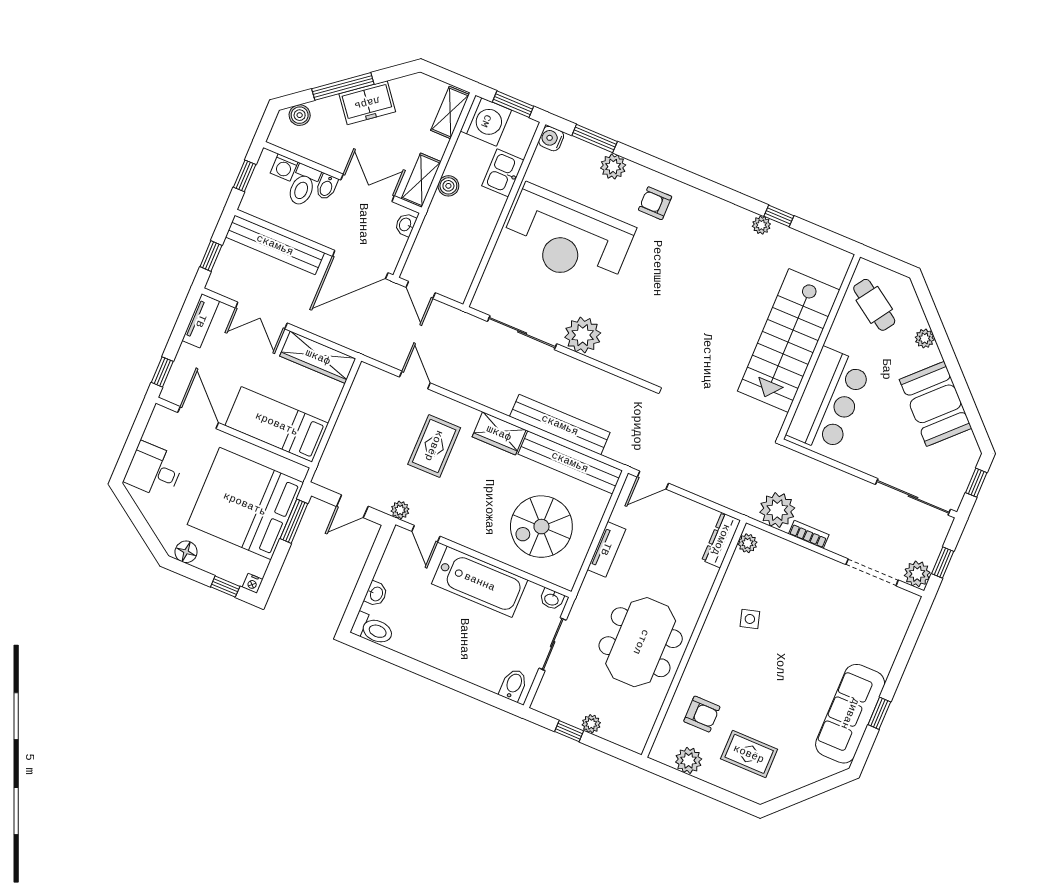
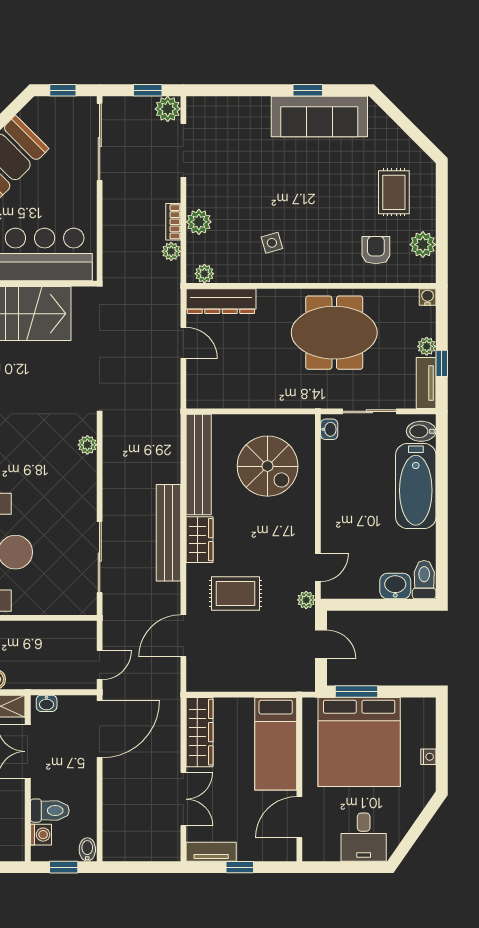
bidet: (327, 187) -> (87, 849), moved, turned -90
bench: (275, 245) -> (114, 814), removed
window: (211, 256) -> (149, 867), removed
door: (360, 264) -> (100, 729), hinge flipped
plant: (583, 335) -> (87, 445), moved, width x0.53, depth x0.53
window: (162, 372) -> (240, 867), moved
door: (415, 380) -> (183, 636), width x1.38
bench: (560, 425) -> (168, 533), moved
door: (653, 480) -> (183, 343), moved
plant: (777, 510) -> (171, 251), width x0.53, depth x0.53
dresser: (721, 540) -> (221, 301), width x1.37, depth x1.24
tv unit: (606, 549) -> (426, 383), moved, turned -90
floor lamp: (186, 552) -> (425, 777), removed
plant: (798, 558) -> (199, 222), added
bathtub: (480, 582) -> (416, 486), moved, turned 180
nightstand: (253, 583) -> (428, 757), moved
window: (225, 587) -> (442, 729), removed
washbasin: (376, 594) -> (395, 586), width x1.38, depth x1.45
water cooler: (637, 744) -> (428, 297), added

